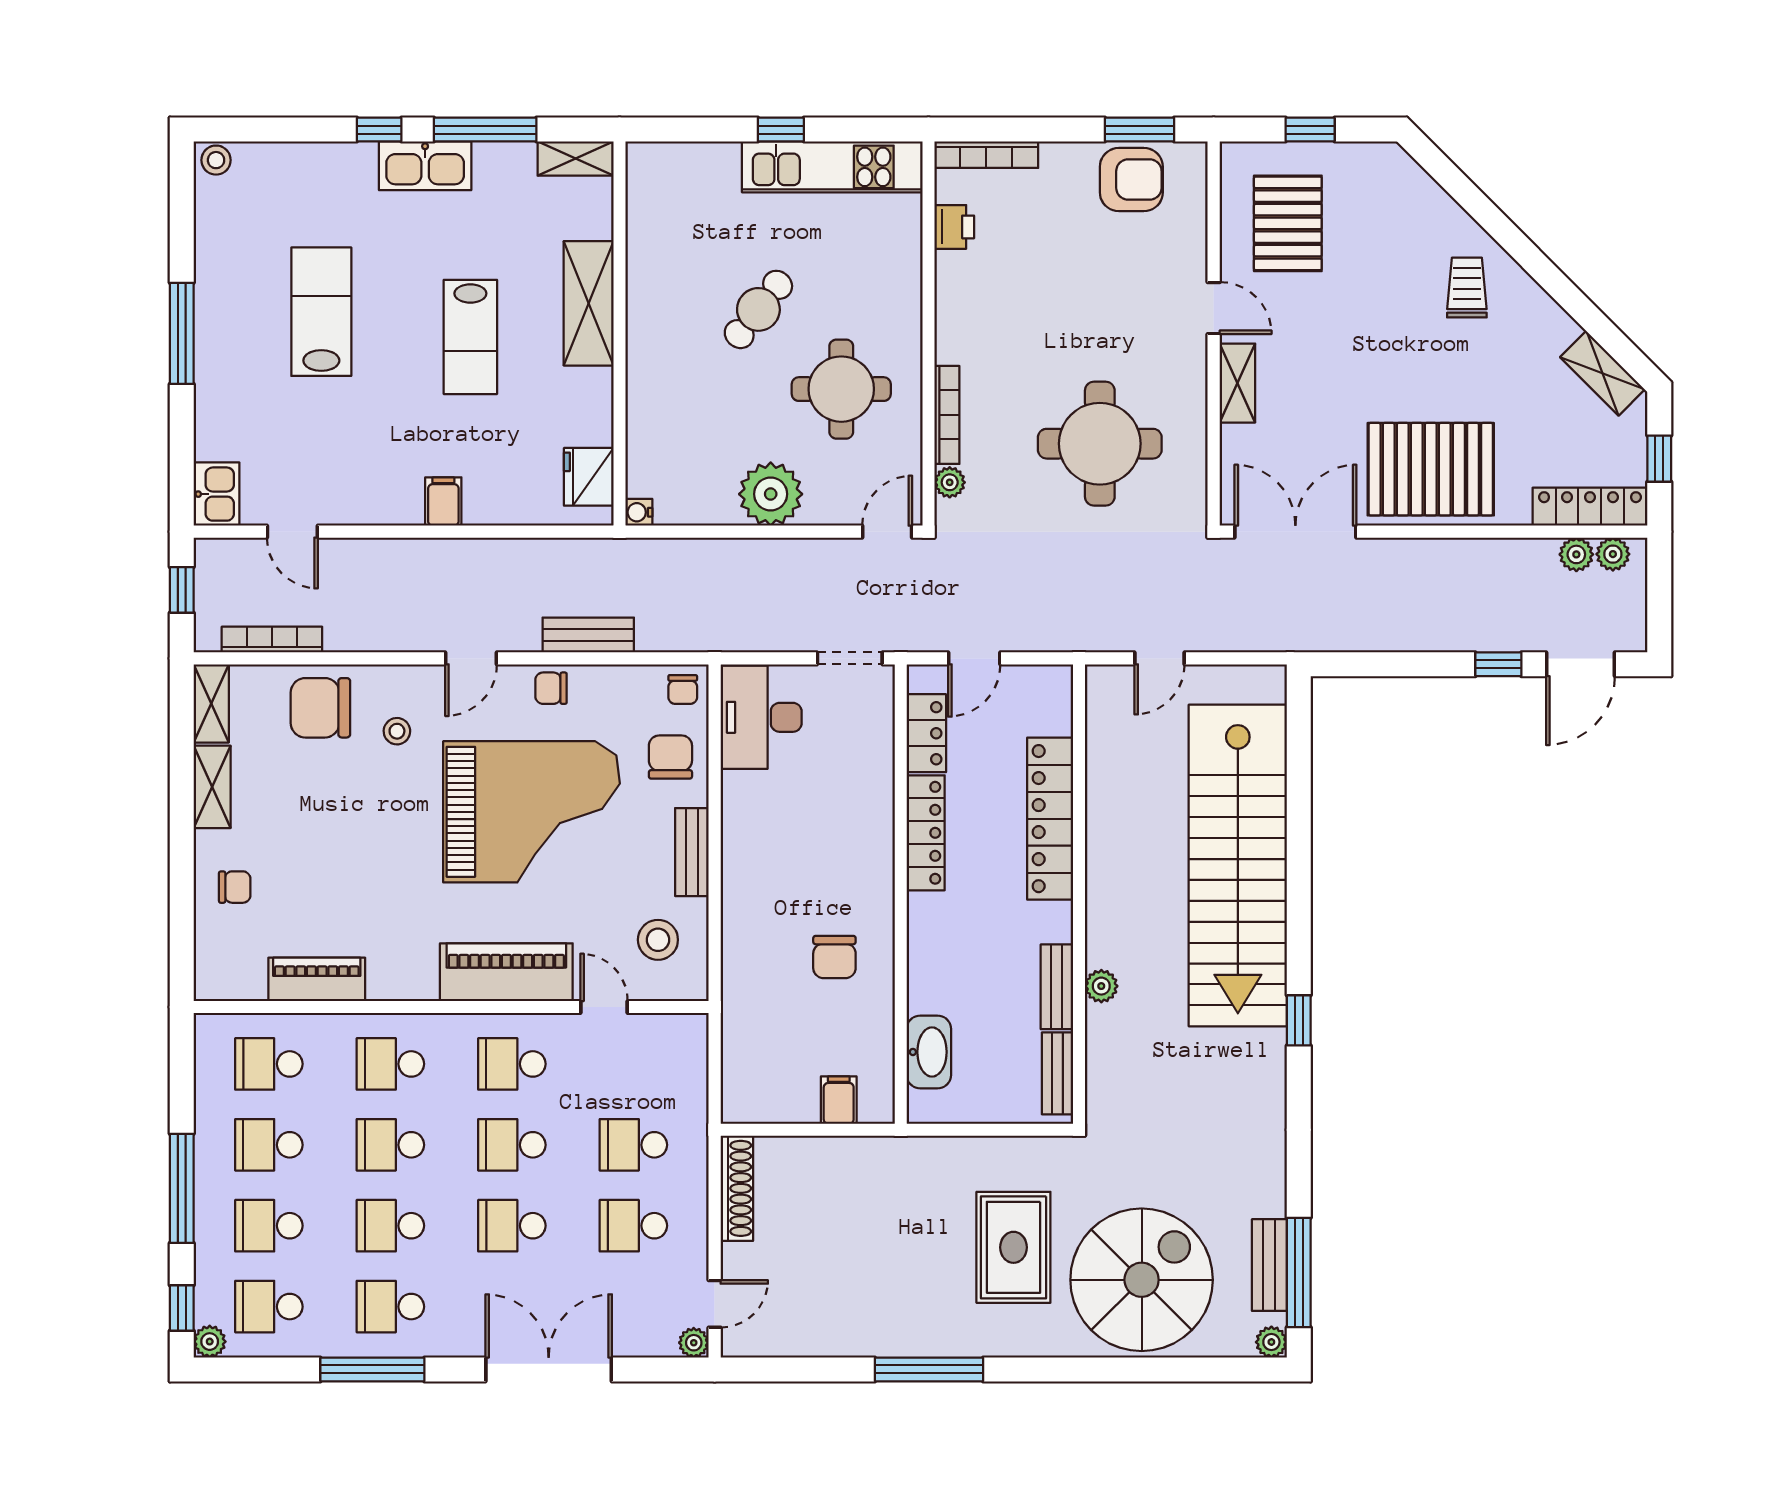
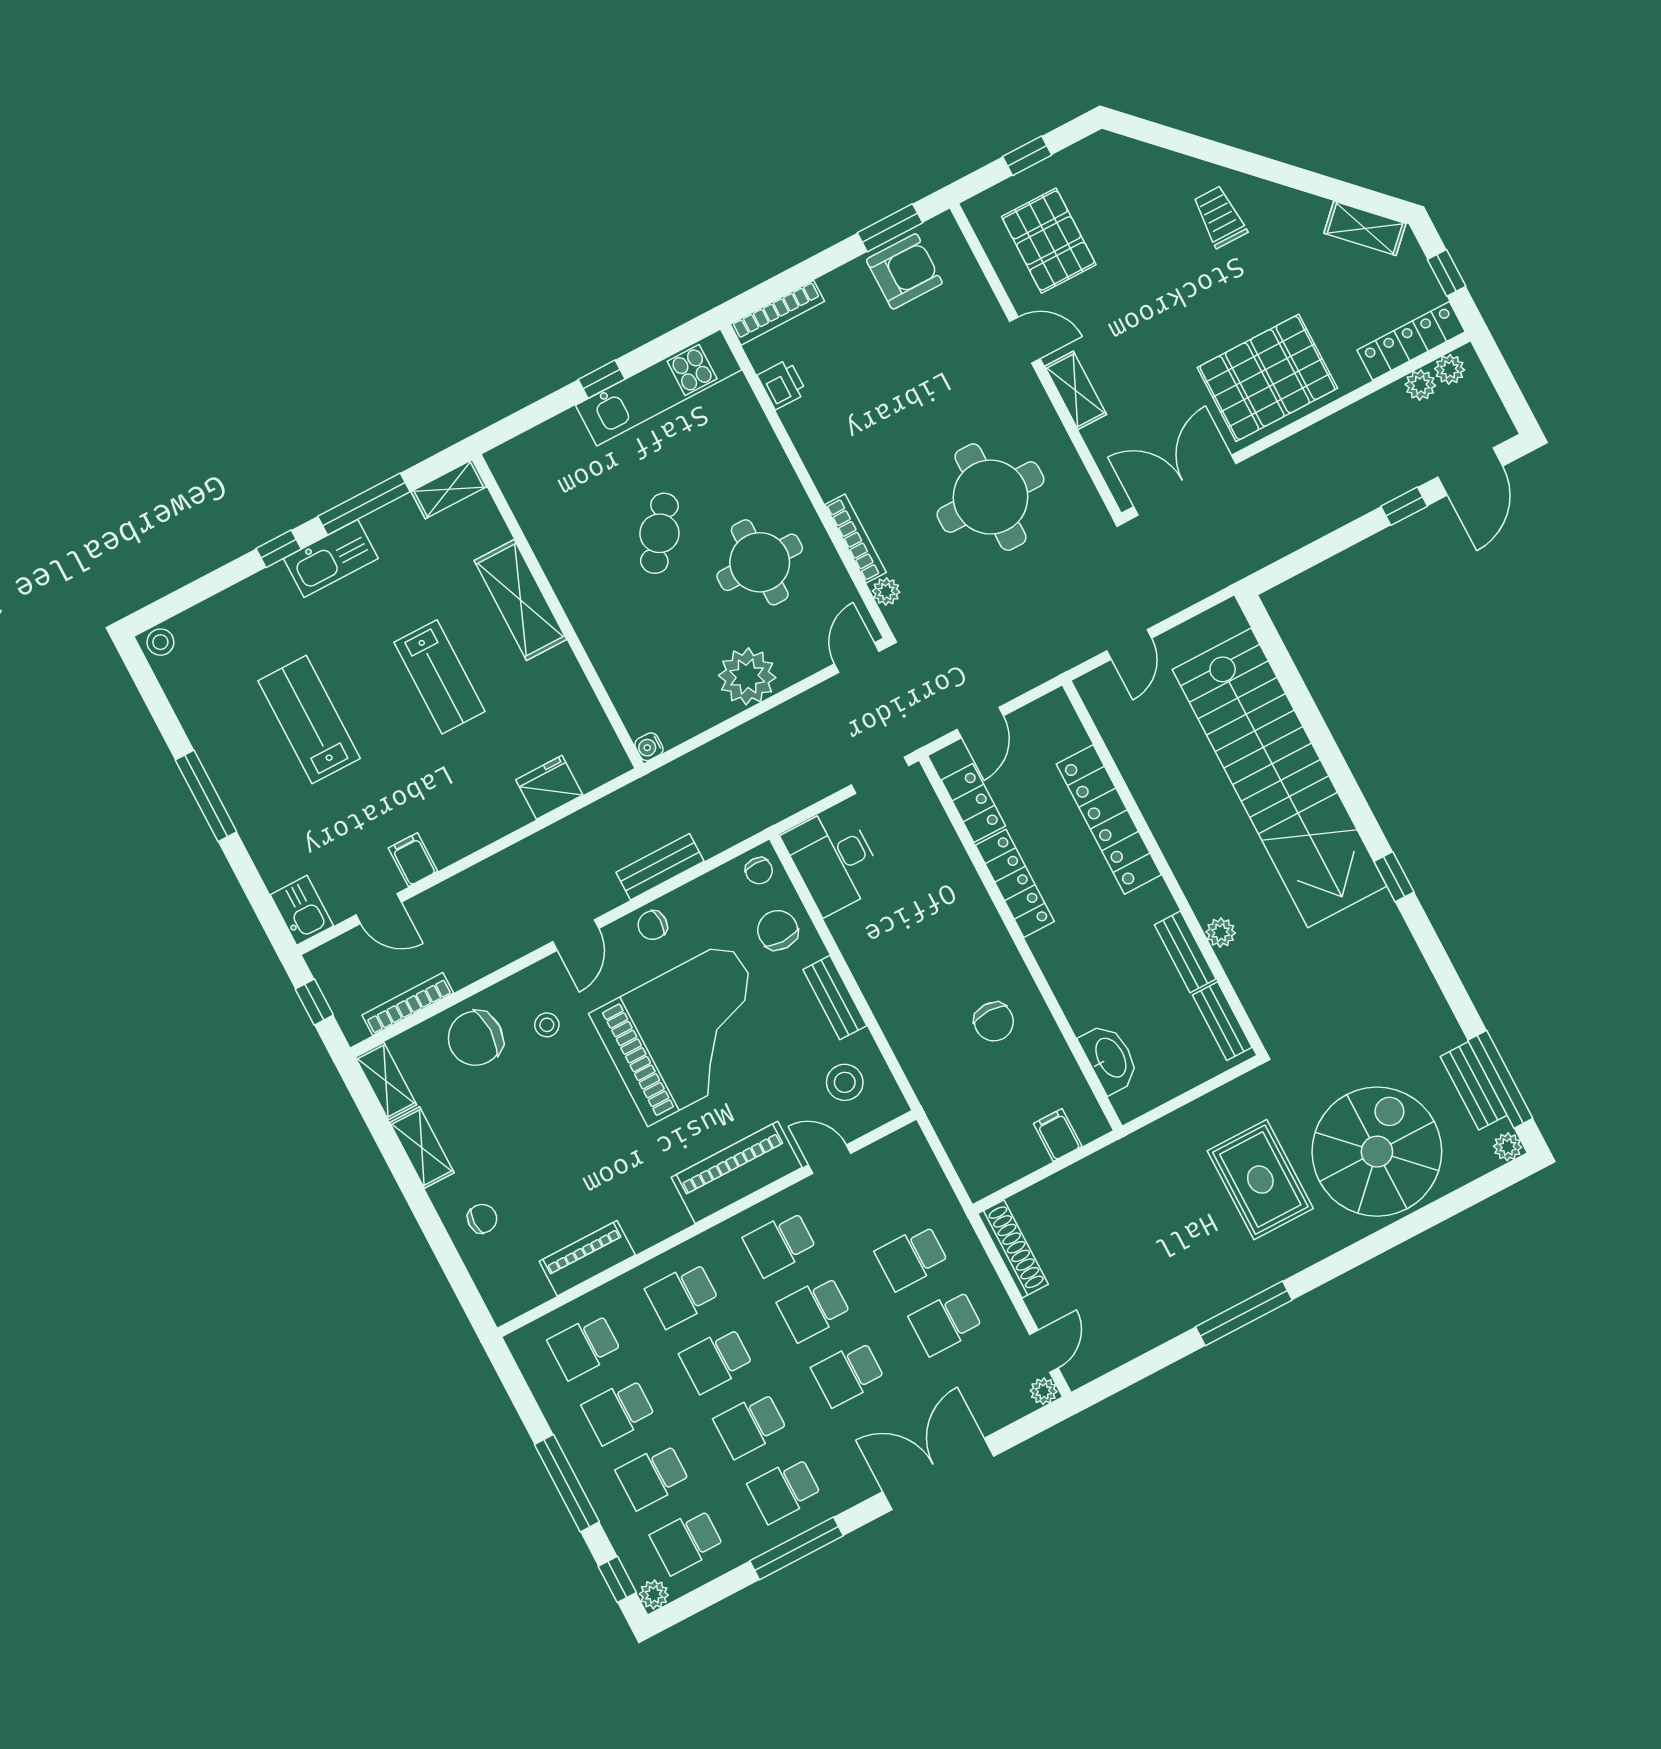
fridge: (589, 477) -> (549, 787), moved, turned 90
filing cabinet: (443, 502) -> (413, 860), moved

